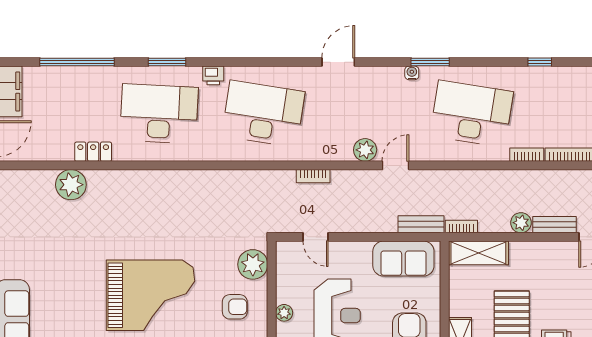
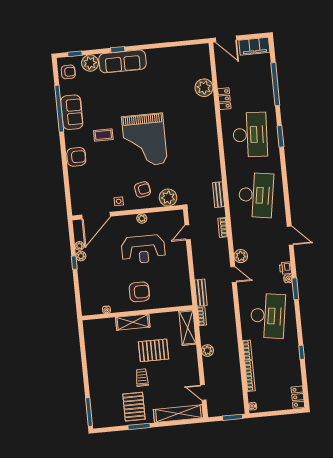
printer: (213, 75) -> (286, 268), moved
bench: (554, 225) -> (219, 195), moved
sofa: (403, 259) -> (180, 284), removed
armchair: (235, 307) -> (143, 190), turned -101

